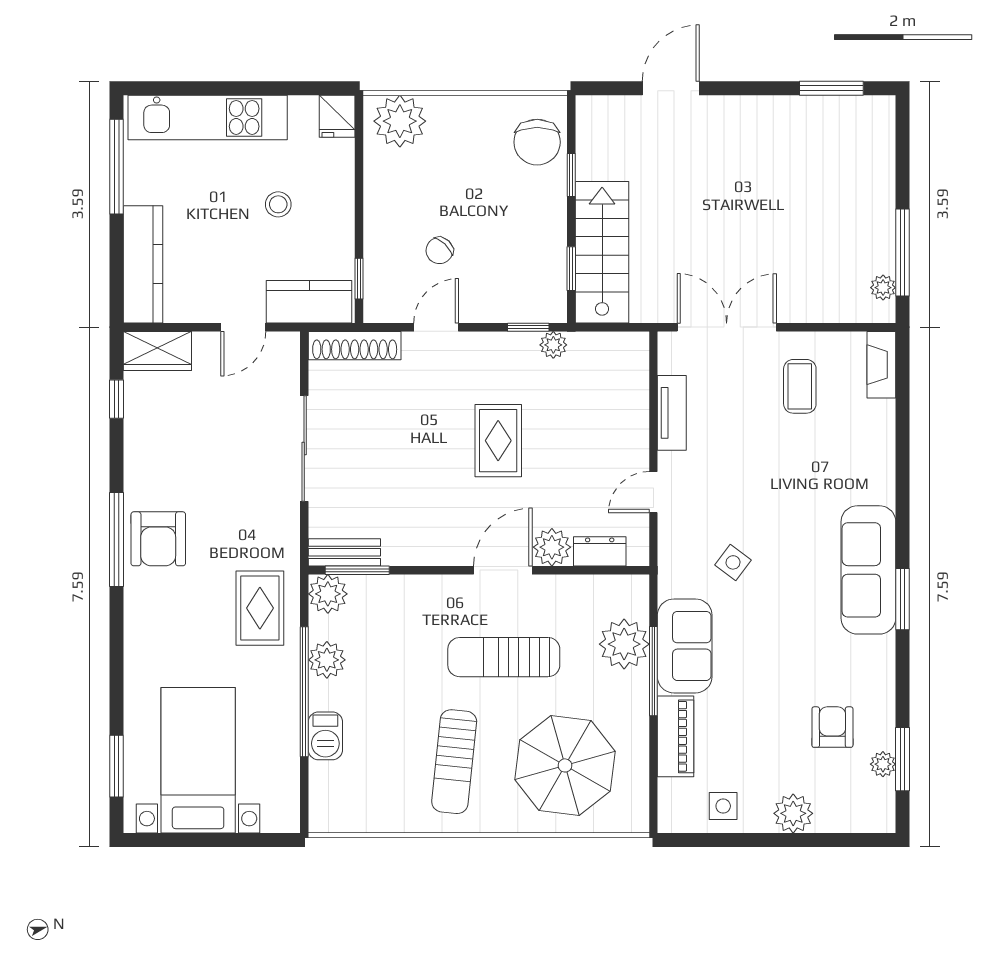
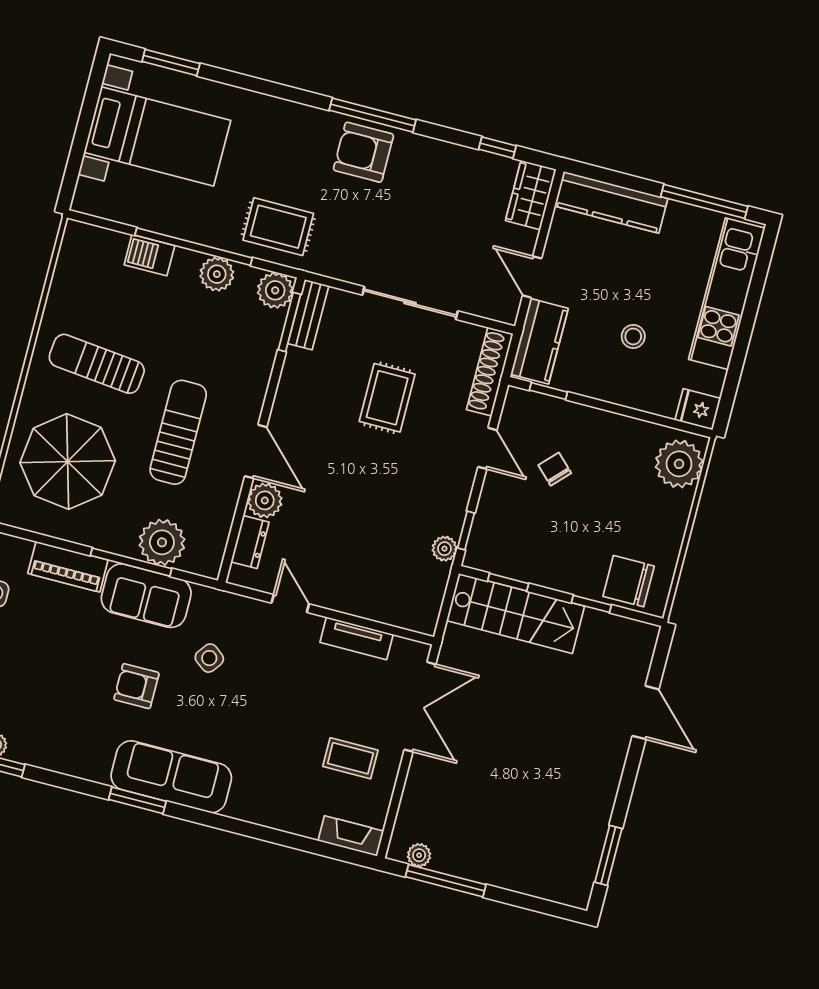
rug: (498, 441) -> (387, 398), moved, turned 90
armchair: (832, 727) -> (136, 686), moved, turned 180

